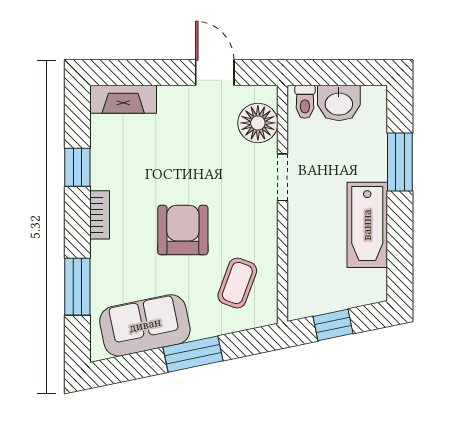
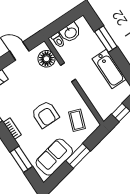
armchair: (183, 230) -> (45, 114), turned 180

